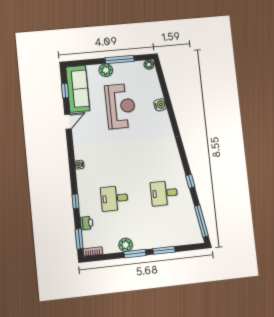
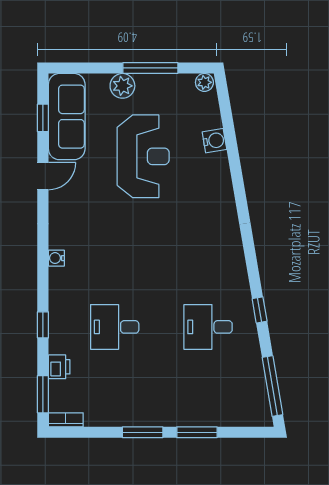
water cooler: (160, 105) -> (214, 141), moved
plant: (126, 245) -> (127, 414), removed

